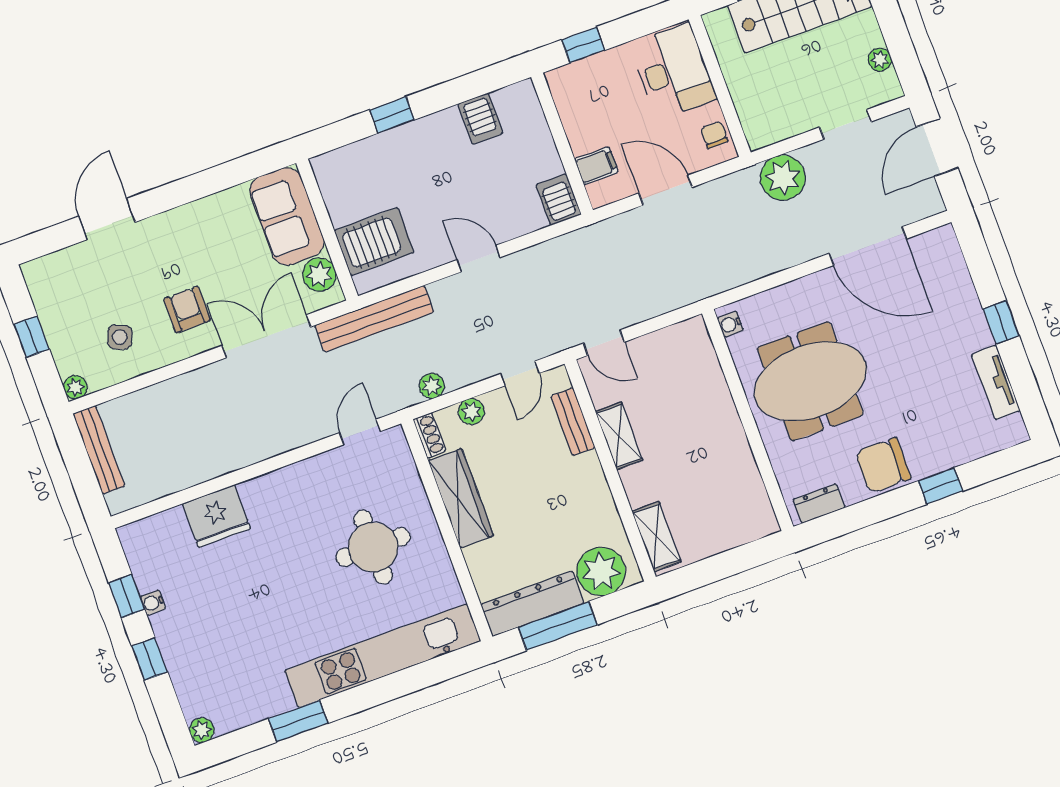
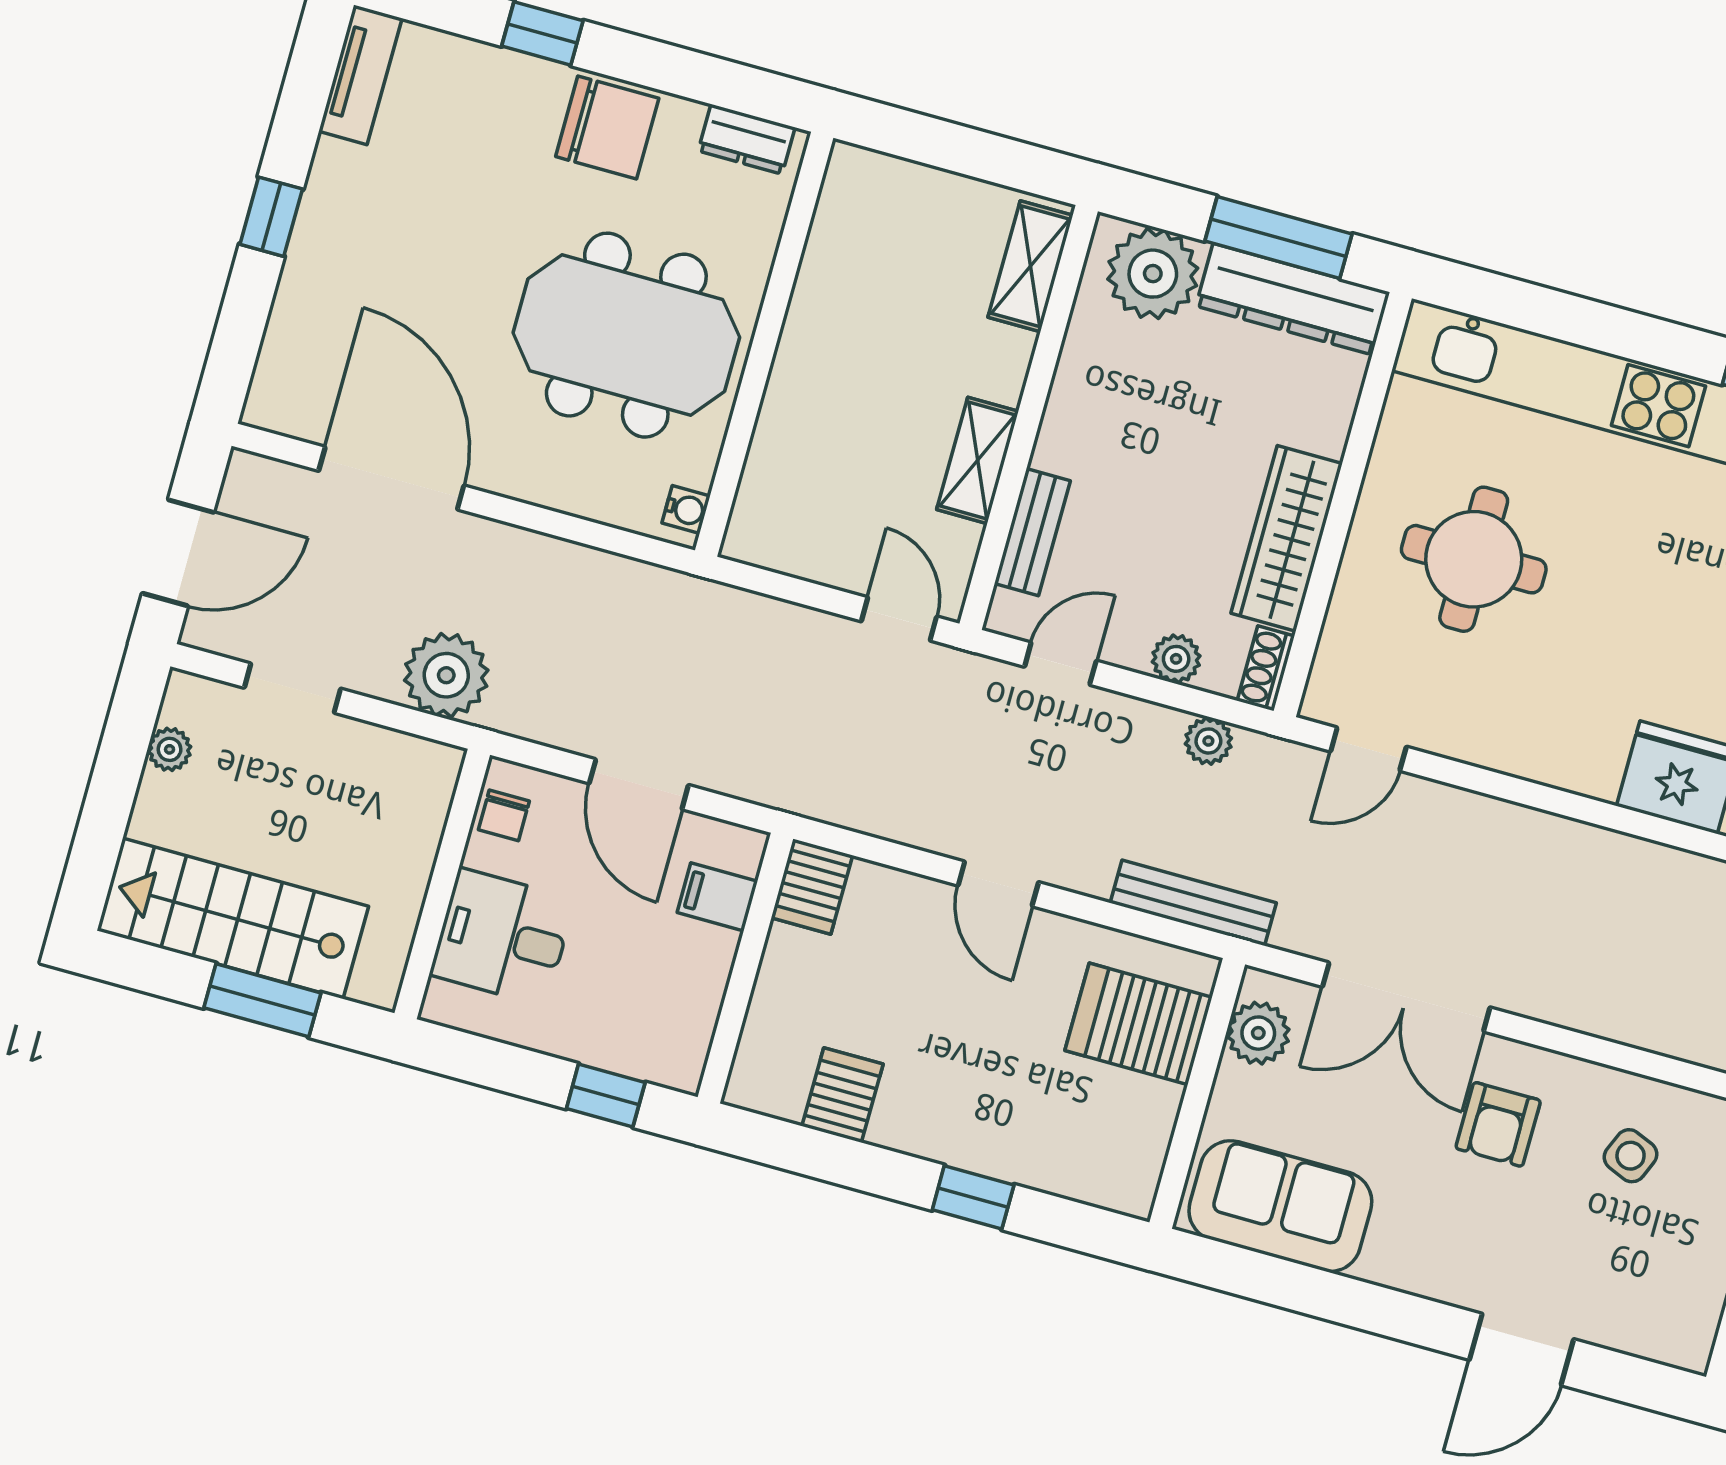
desk: (673, 71) -> (502, 937), width x0.73
sofa: (287, 216) -> (1280, 1206), moved, turned -90
bench: (374, 319) -> (1193, 903), width x0.73, depth x0.82
tv unit: (996, 382) -> (360, 75), moved

